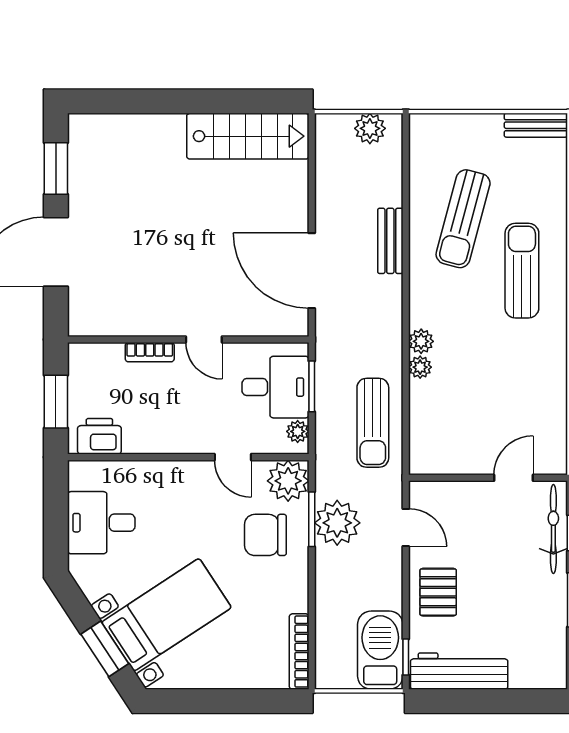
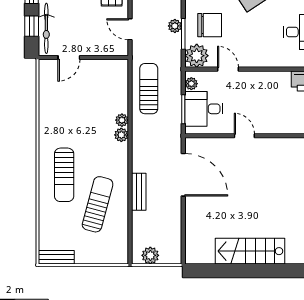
stairs: (248, 136) -> (250, 251), moved
bookcase: (150, 352) -> (275, 129), removed
plant: (337, 523) -> (175, 26), width x0.53, depth x0.53

